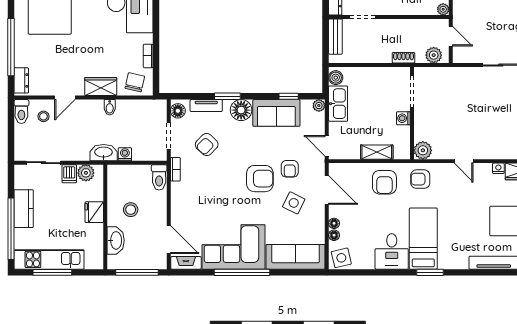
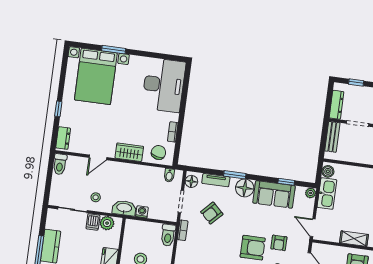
window: (11, 47) -> (58, 109), width x0.32
bidet: (110, 107) -> (169, 175), moved
stool: (43, 116) -> (96, 197), moved

